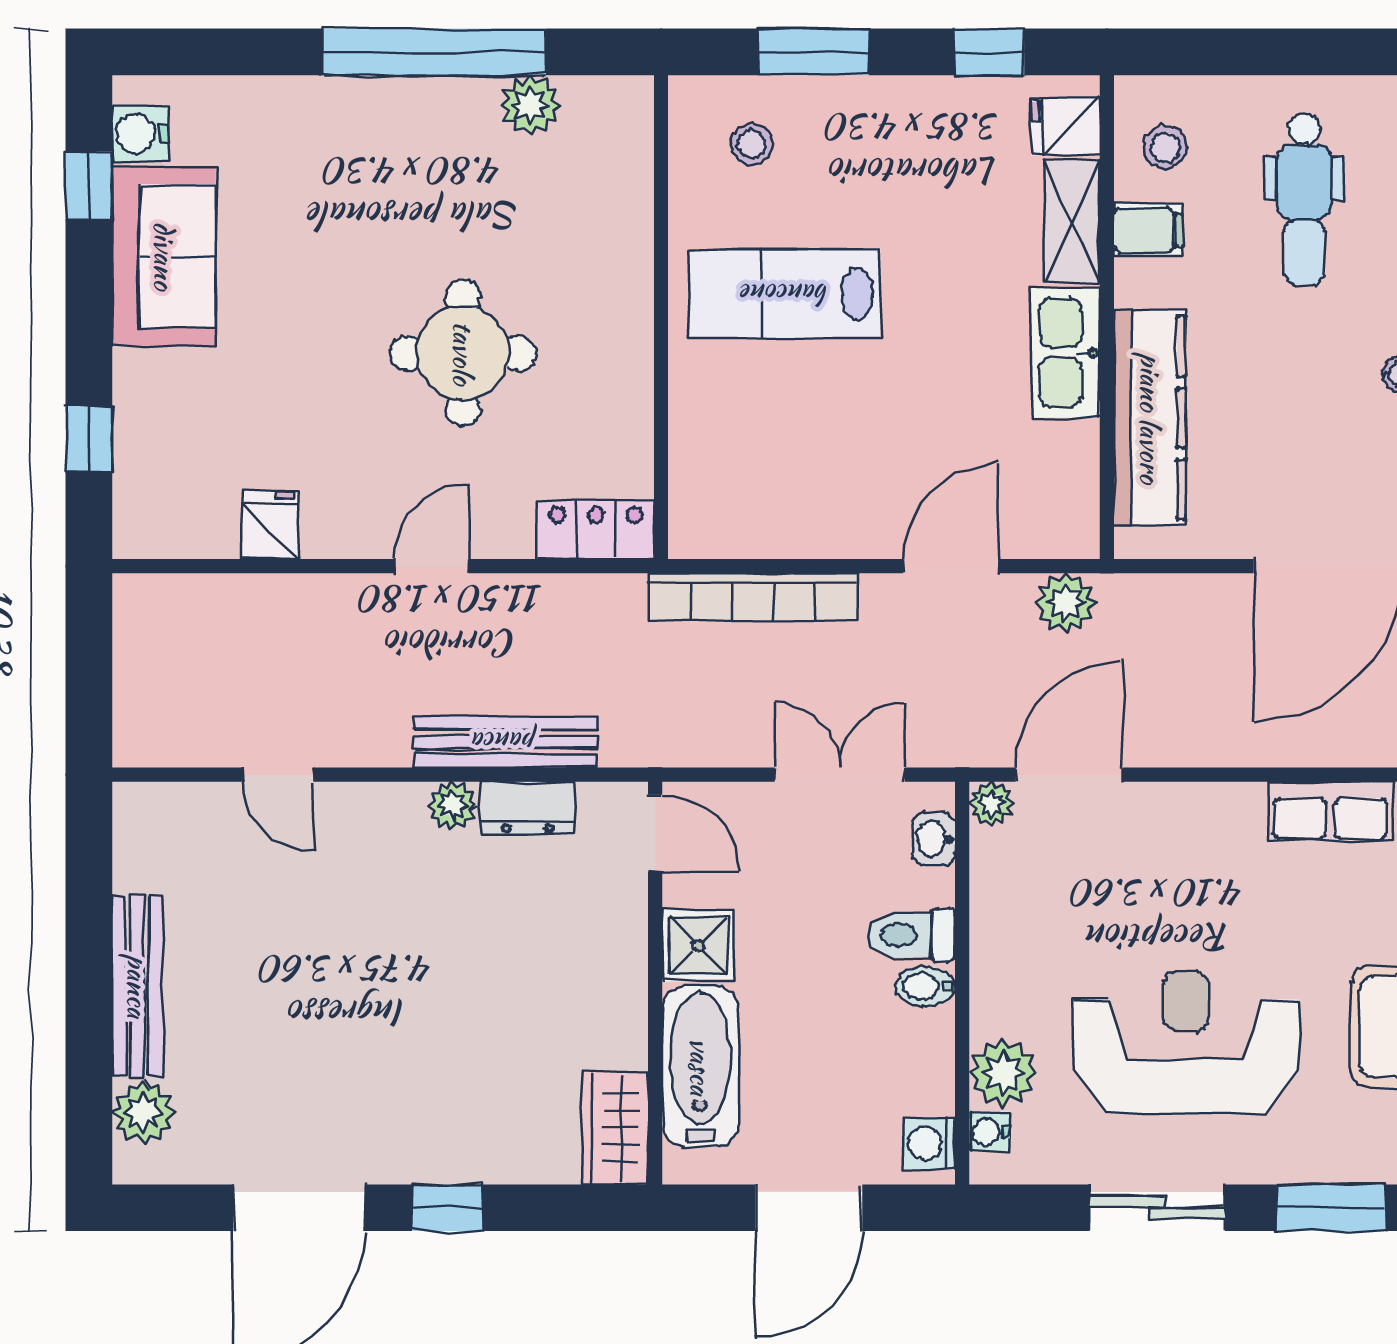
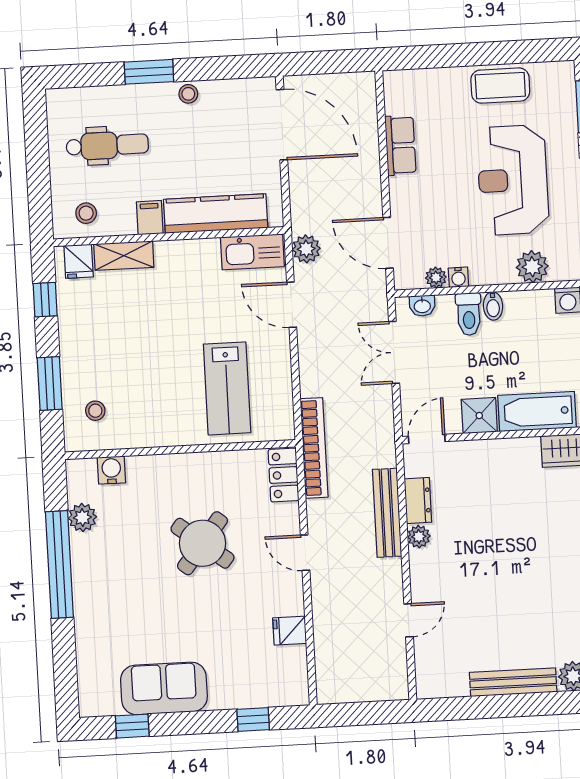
water cooler: (140, 134) -> (111, 470), moved, turned 180
filing cabinet: (1149, 230) -> (150, 218), moved
lab bench: (785, 294) -> (227, 388), moved
round table: (463, 353) -> (202, 543), turned 38
kitchen sink: (1066, 353) -> (252, 252), moved
bookcase: (753, 597) -> (314, 448), moved
plant: (991, 804) -> (436, 278), moved
row of seats: (1330, 811) -> (400, 145), moved
water cooler: (989, 1132) -> (458, 277), moved

